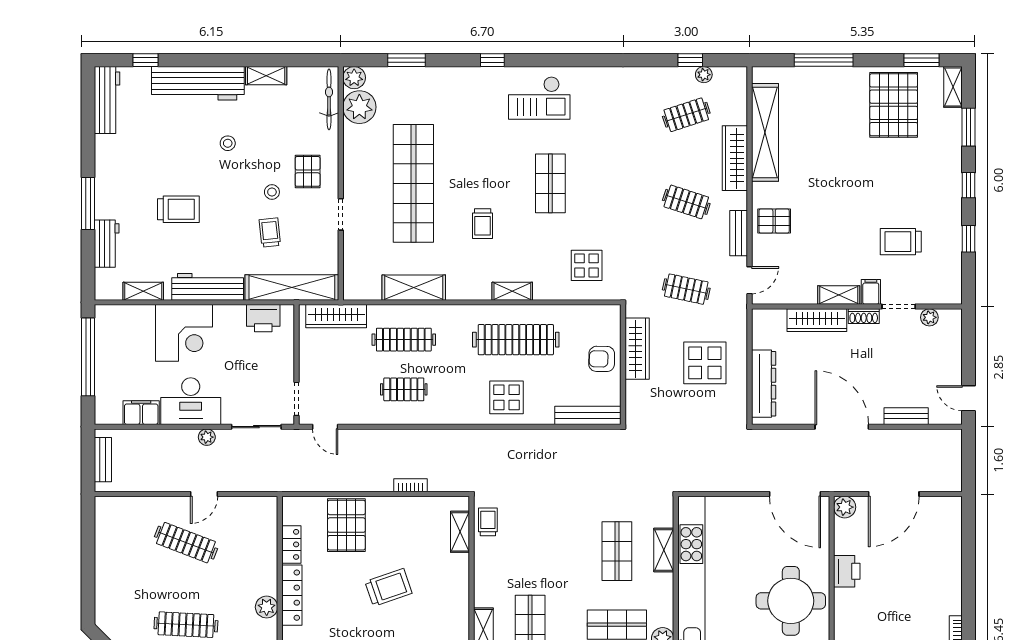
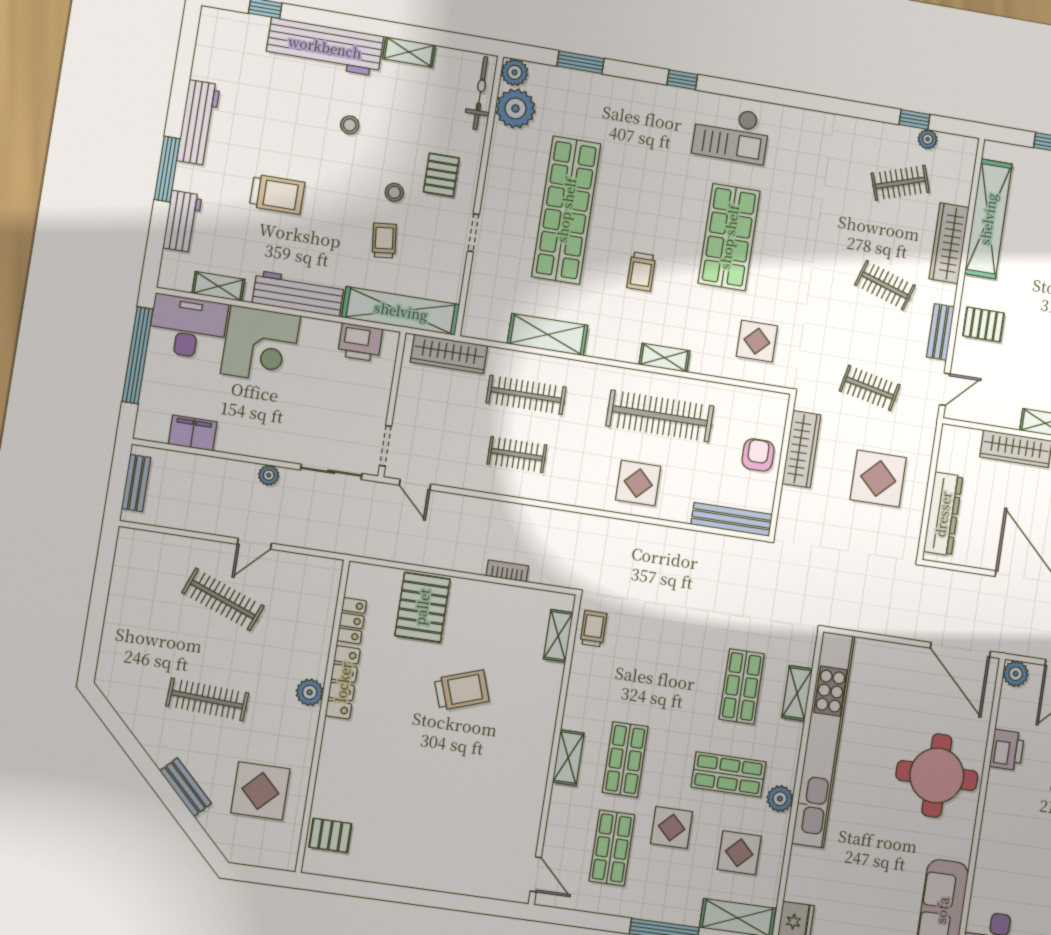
workbench: (107, 100) -> (198, 123), moved
shop shelf: (550, 183) -> (729, 237), width x1.43, depth x1.36
armchair: (602, 359) -> (758, 455), turned 89
desk: (191, 401) -> (188, 327), moved, turned 180

